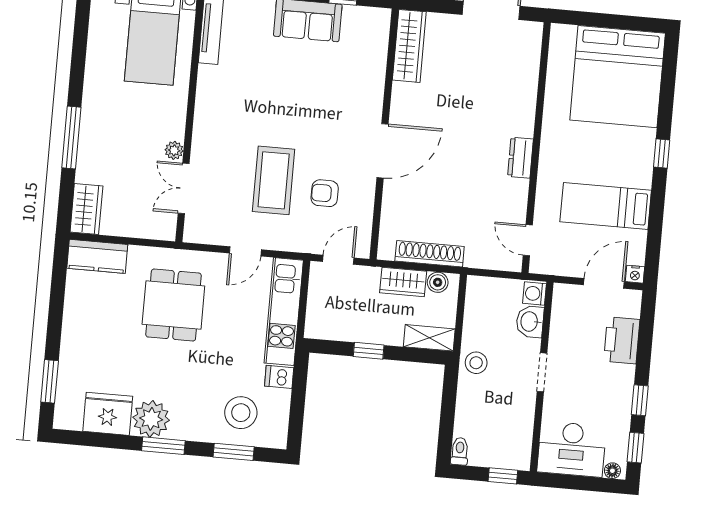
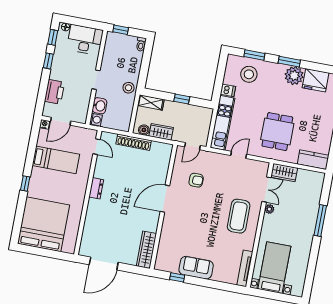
coffee table: (274, 180) -> (239, 216), moved
wardrobe: (86, 209) -> (284, 173), moved, turned -90
shoe rack: (430, 254) -> (134, 142), moved

